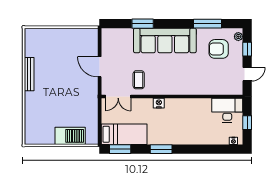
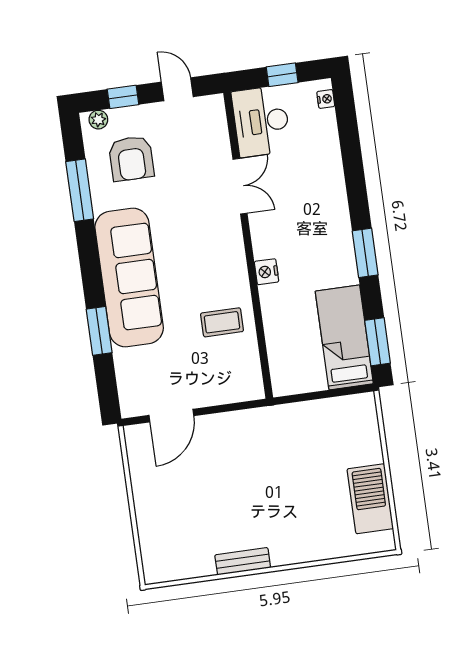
door: (100, 67) -> (171, 416), moved
bench: (29, 74) -> (243, 561), width x0.73
double door: (118, 96) -> (240, 186), moved
barbecue: (70, 136) -> (370, 499), moved

